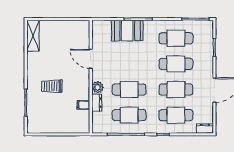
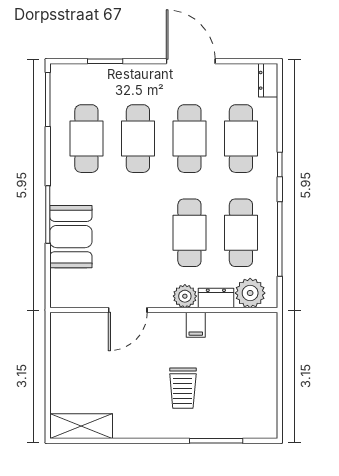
filing cabinet: (83, 105) -> (196, 325), moved
plant: (99, 120) -> (250, 293), added

